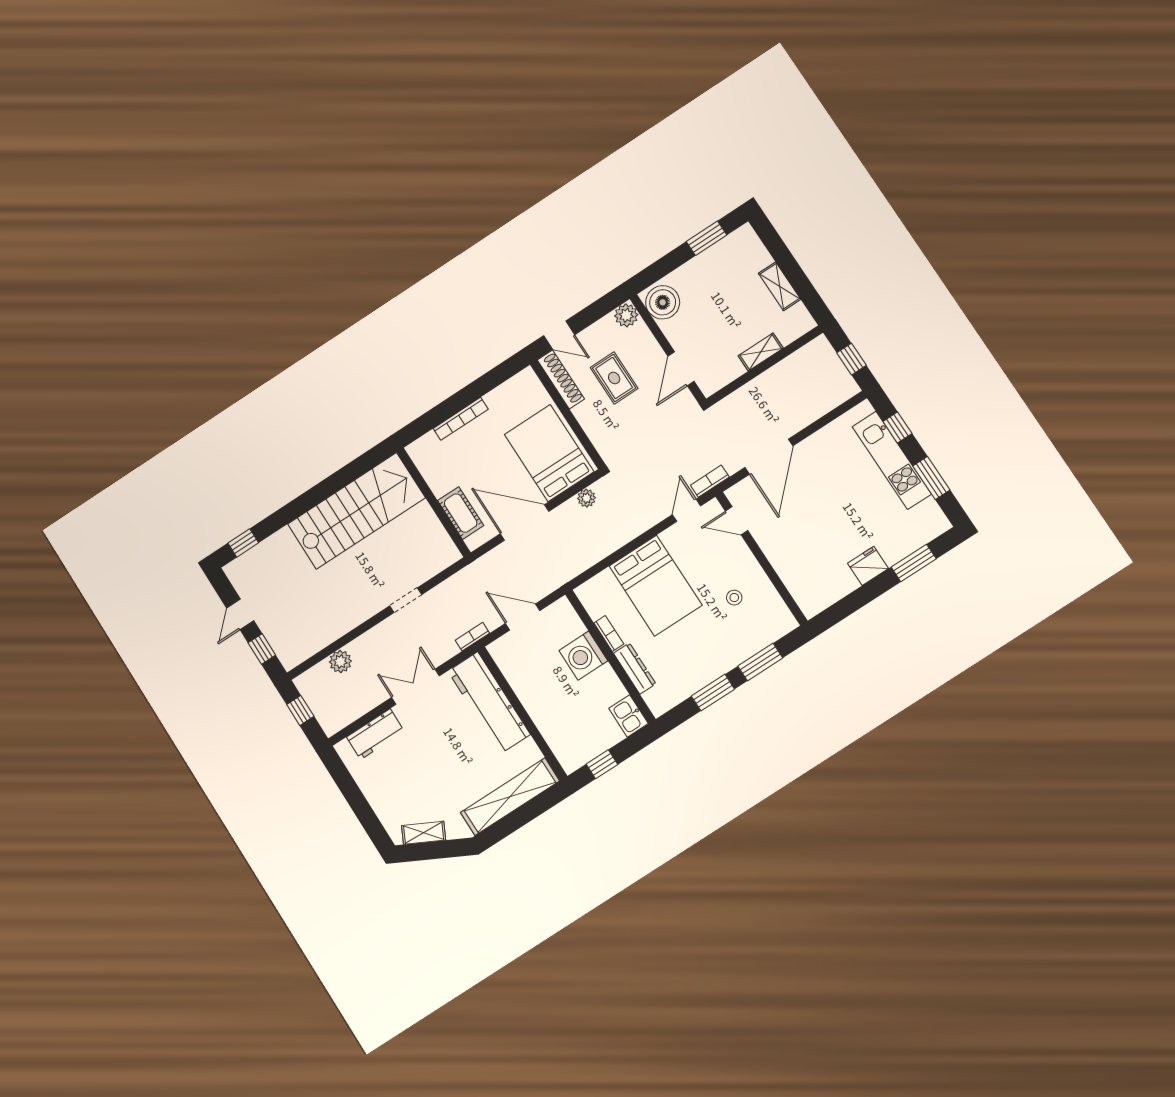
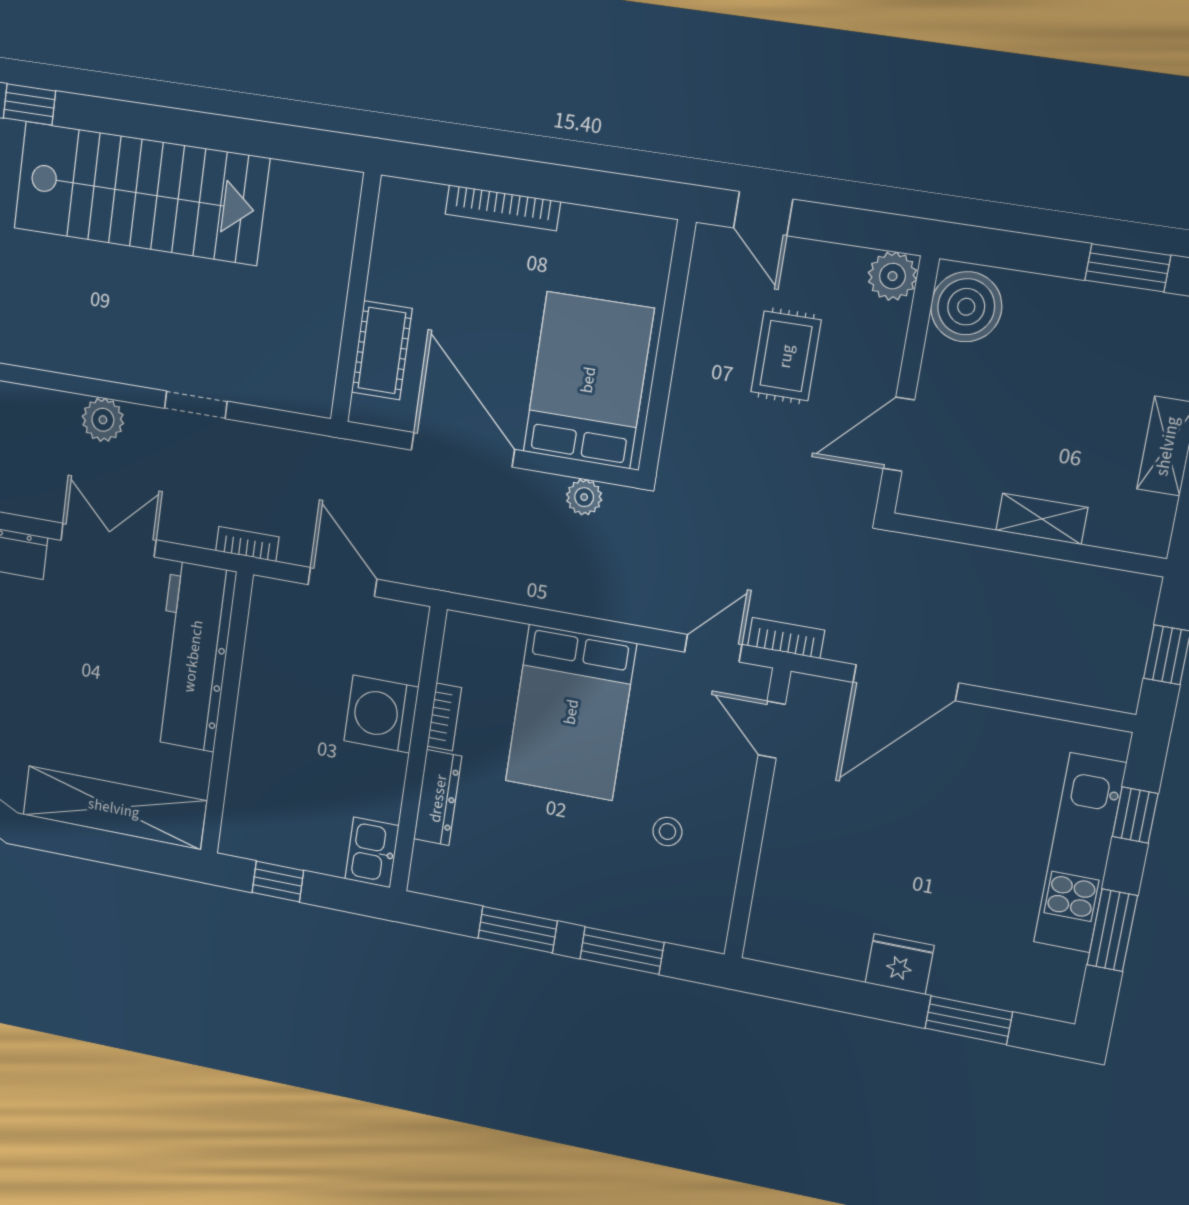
shoe rack: (561, 379) -> (705, 285), removed
stairs: (356, 511) -> (141, 193), moved
plant: (340, 662) -> (103, 420), moved

